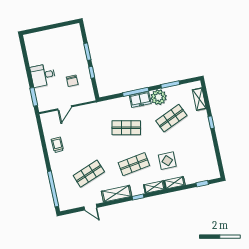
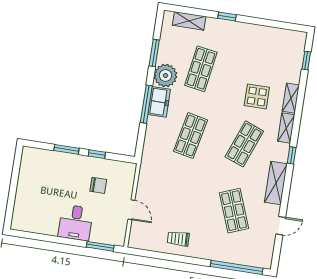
shop shelf: (171, 118) -> (201, 69), turned 33
shop shelf: (134, 164) -> (244, 144), turned 30

